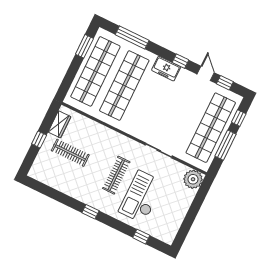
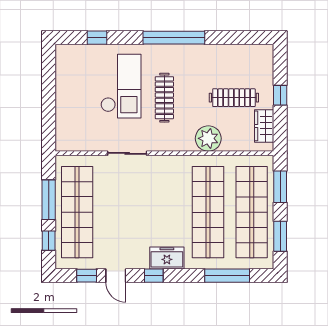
window: (68, 79) -> (280, 187), added
plant: (193, 179) -> (208, 138), moved
window: (91, 212) -> (174, 38), width x3.17

